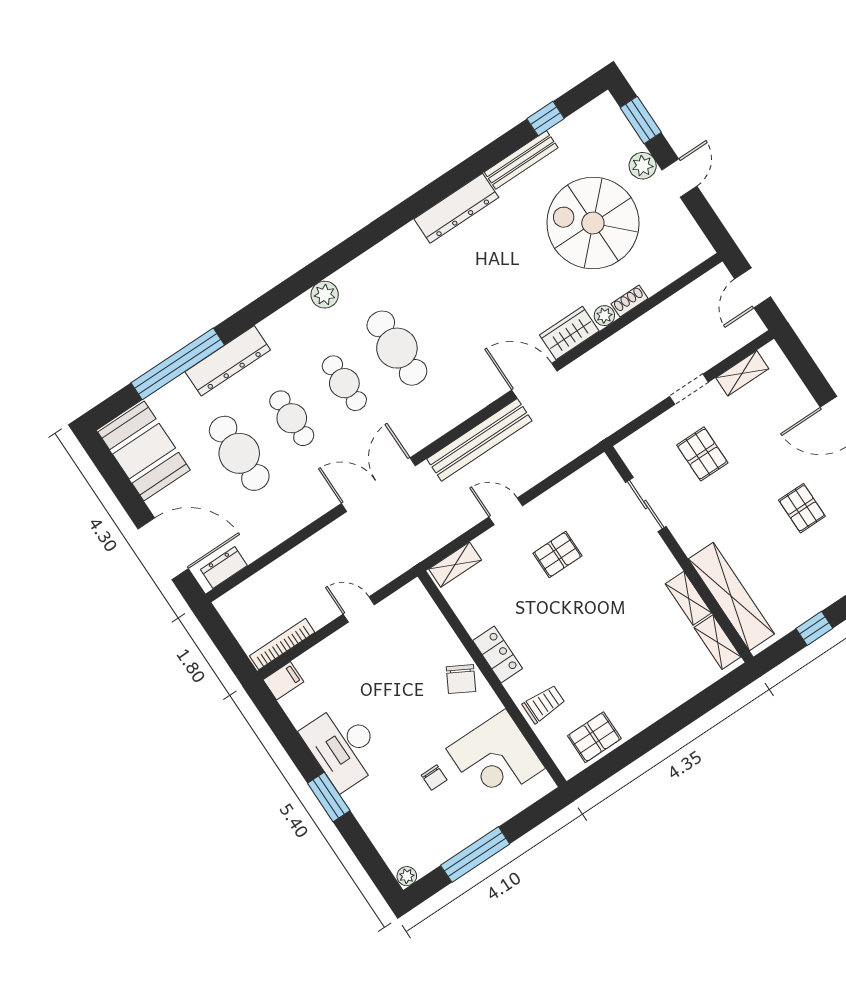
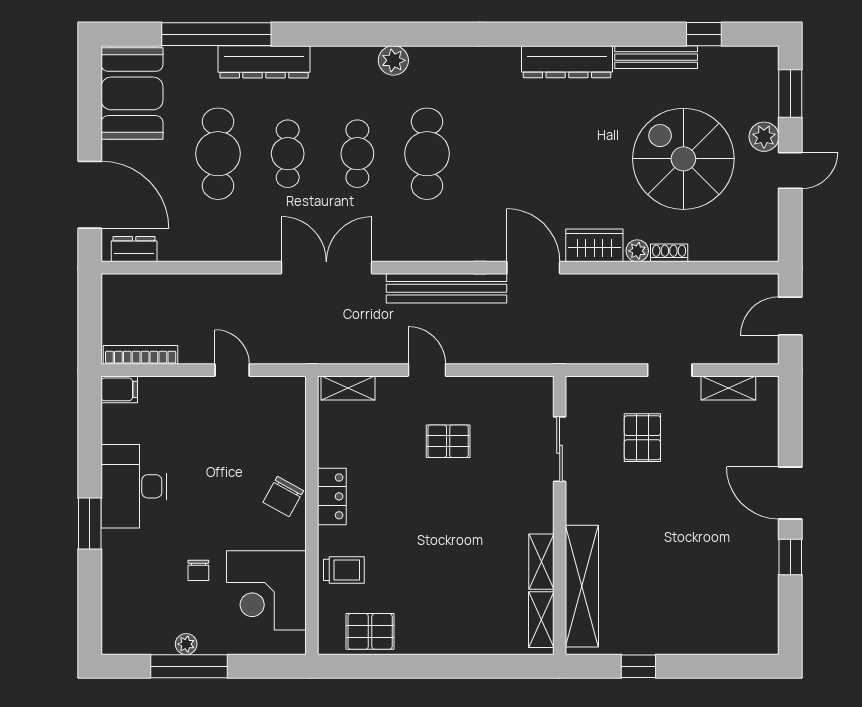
pallet: (802, 508) -> (701, 548), removed
plant: (407, 876) -> (186, 644), moved

